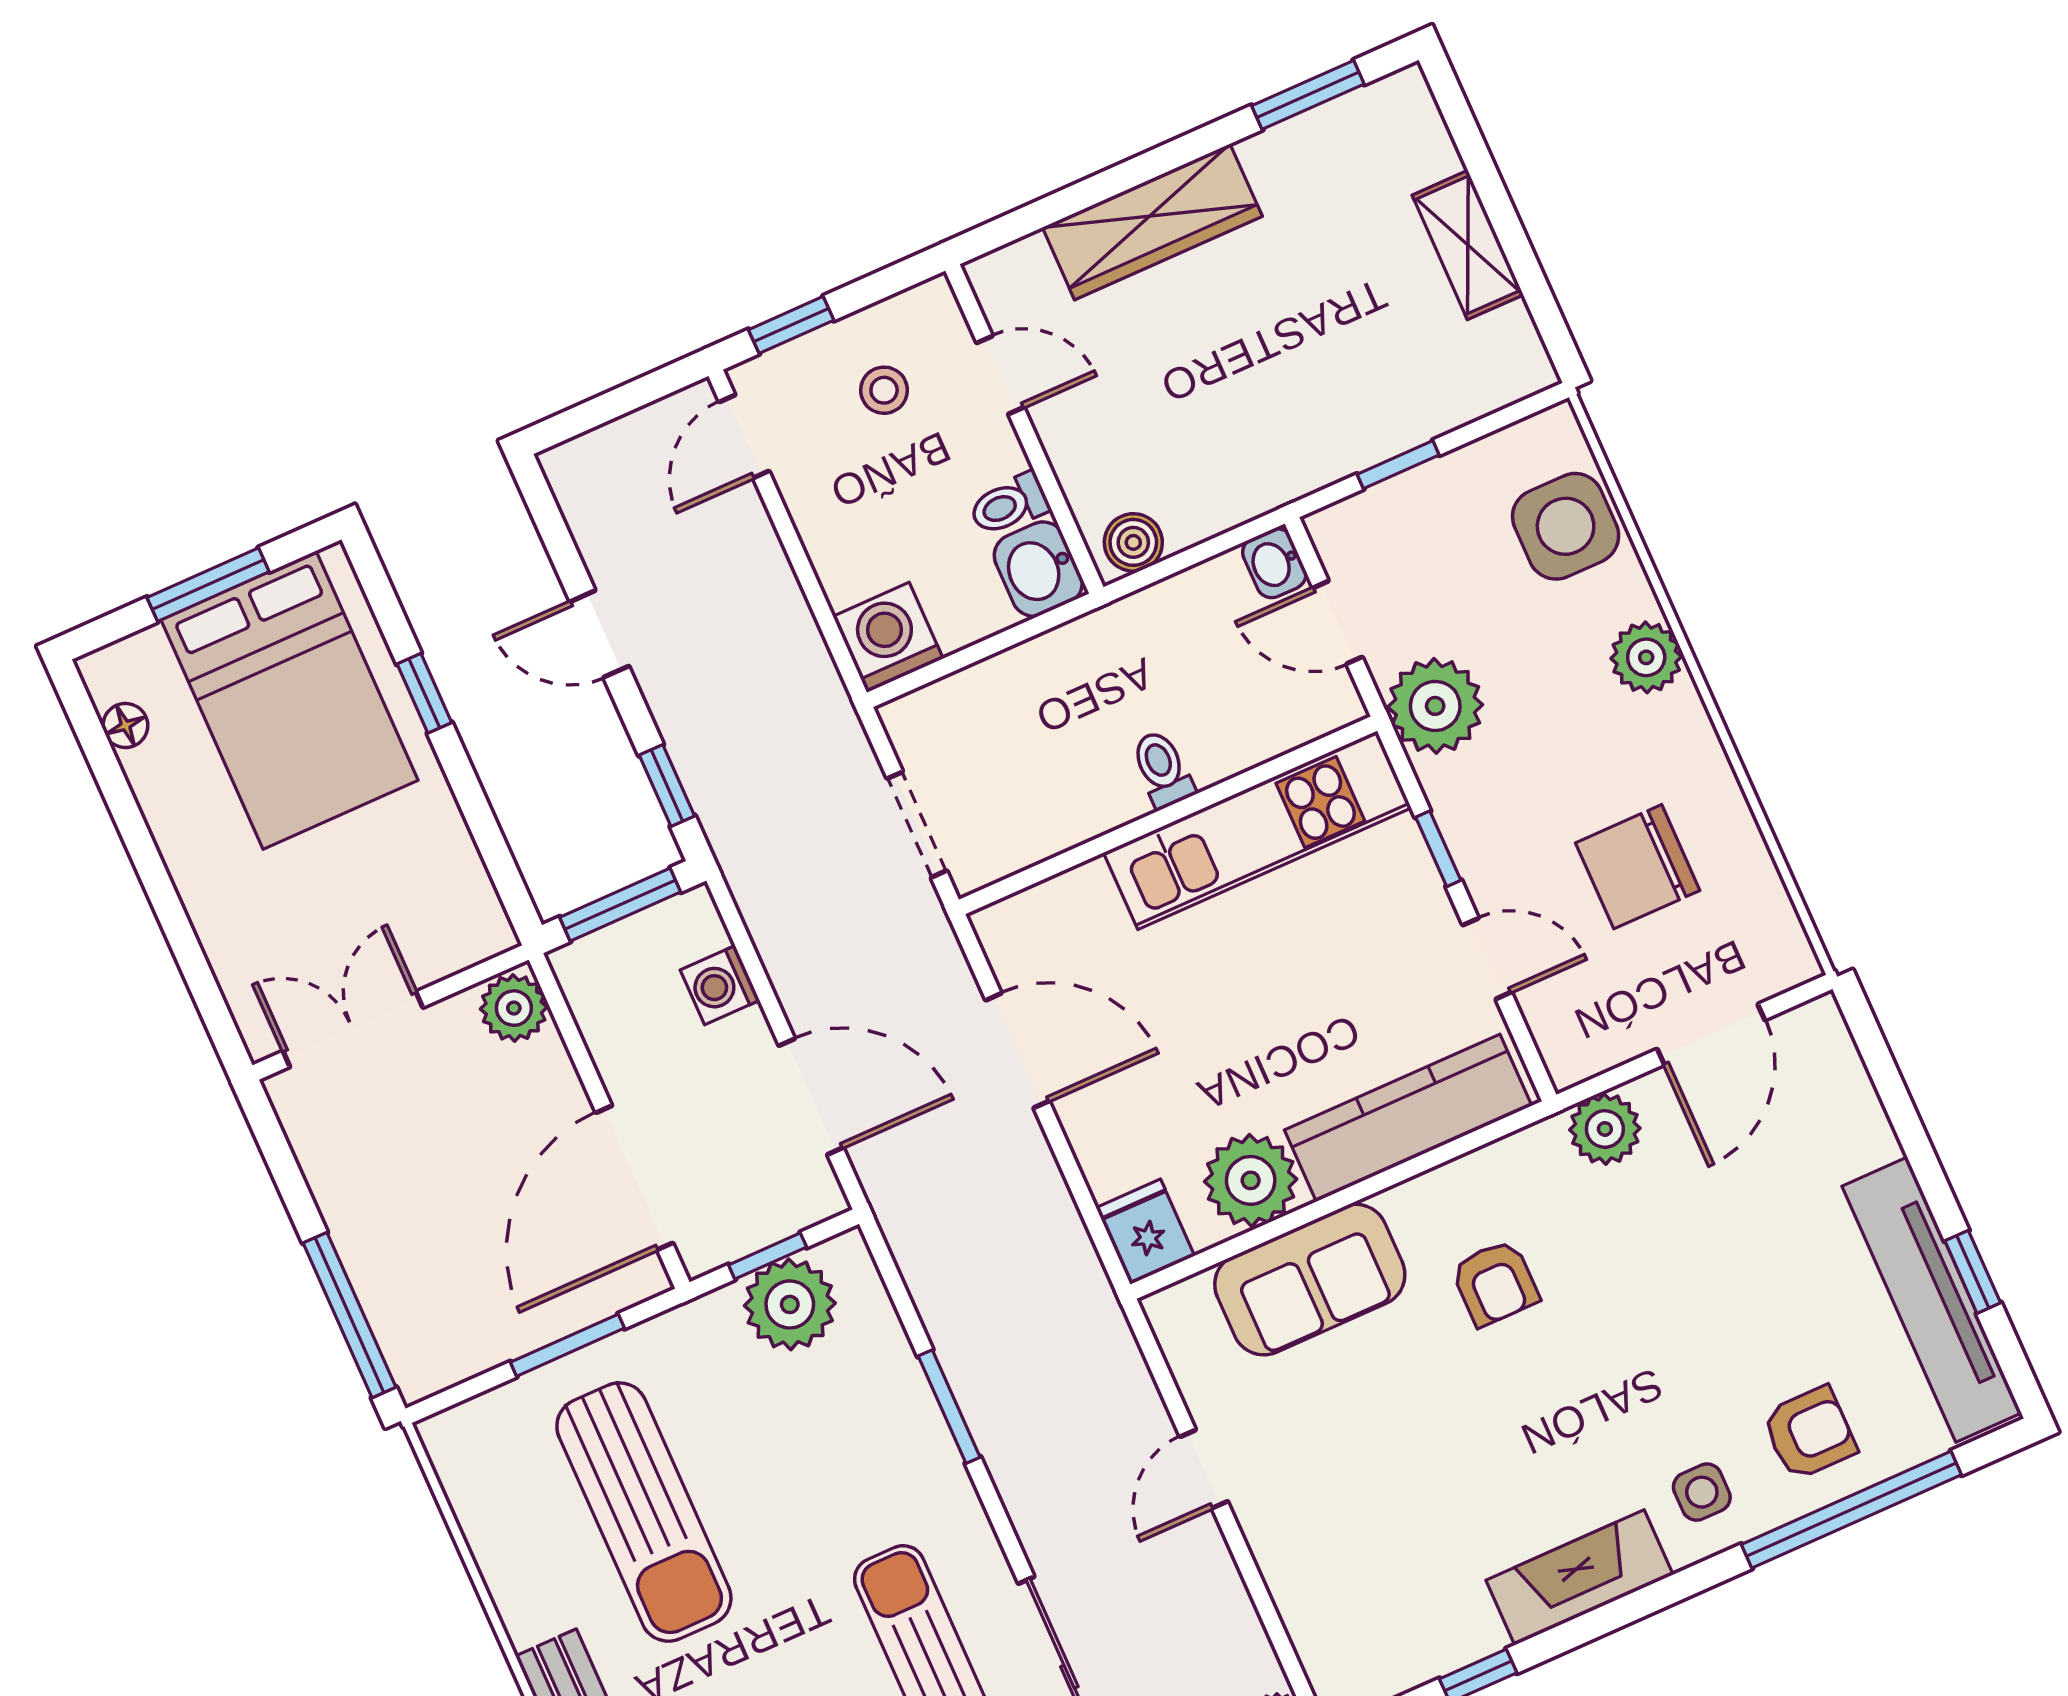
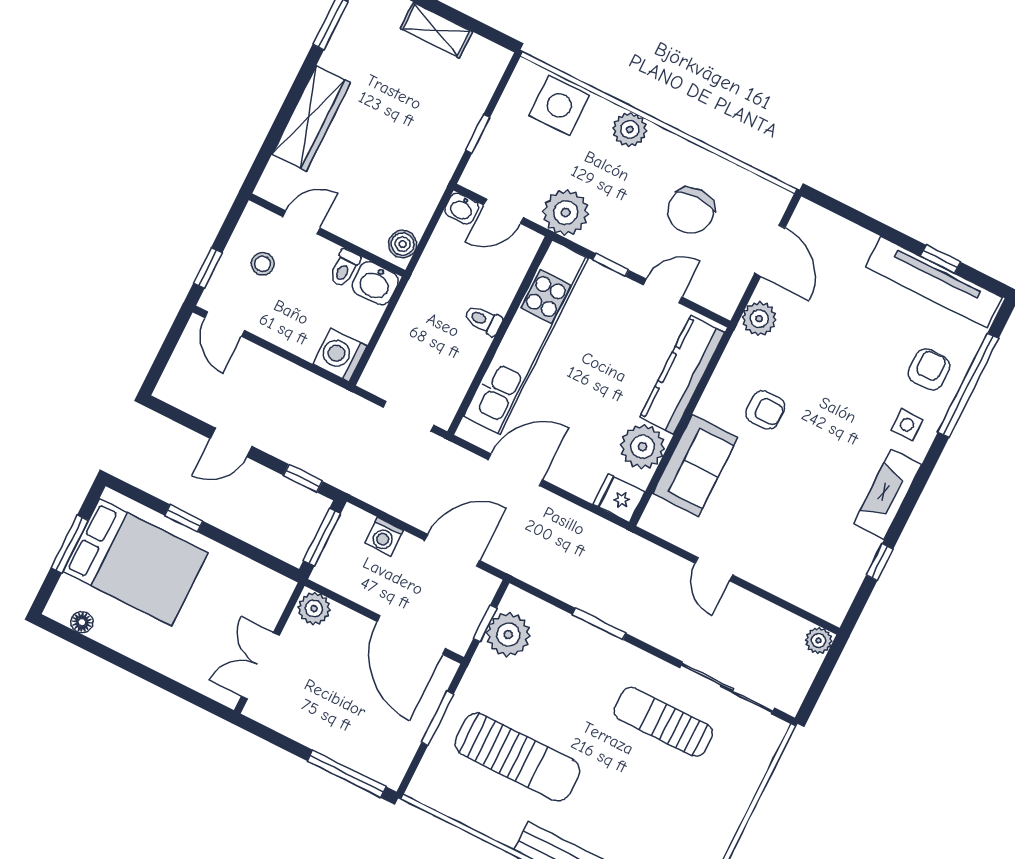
kitchen unit: (1258, 830) -> (526, 337), width x1.36

